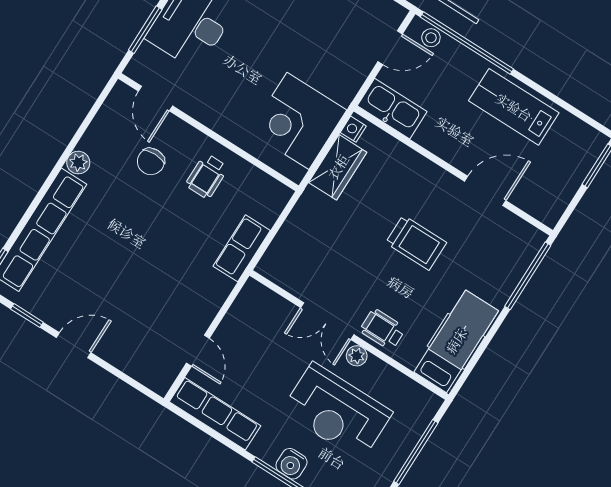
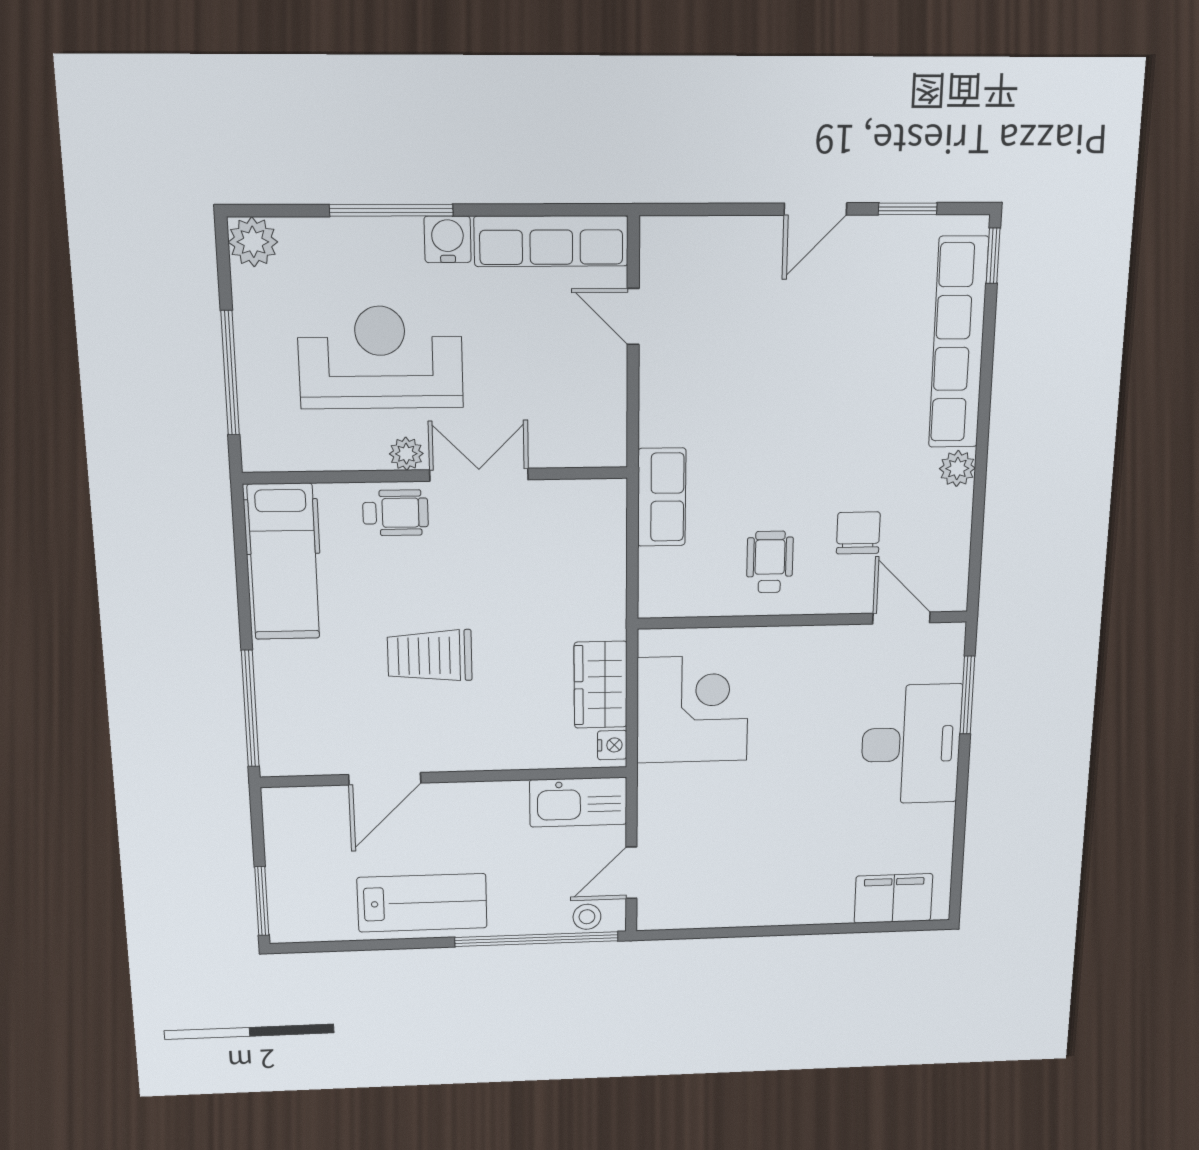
water cooler: (291, 464) -> (448, 239), moved

